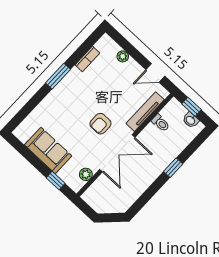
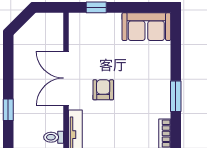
sofa: (48, 150) -> (146, 27), moved
plant: (86, 174) -> (76, 36), removed

